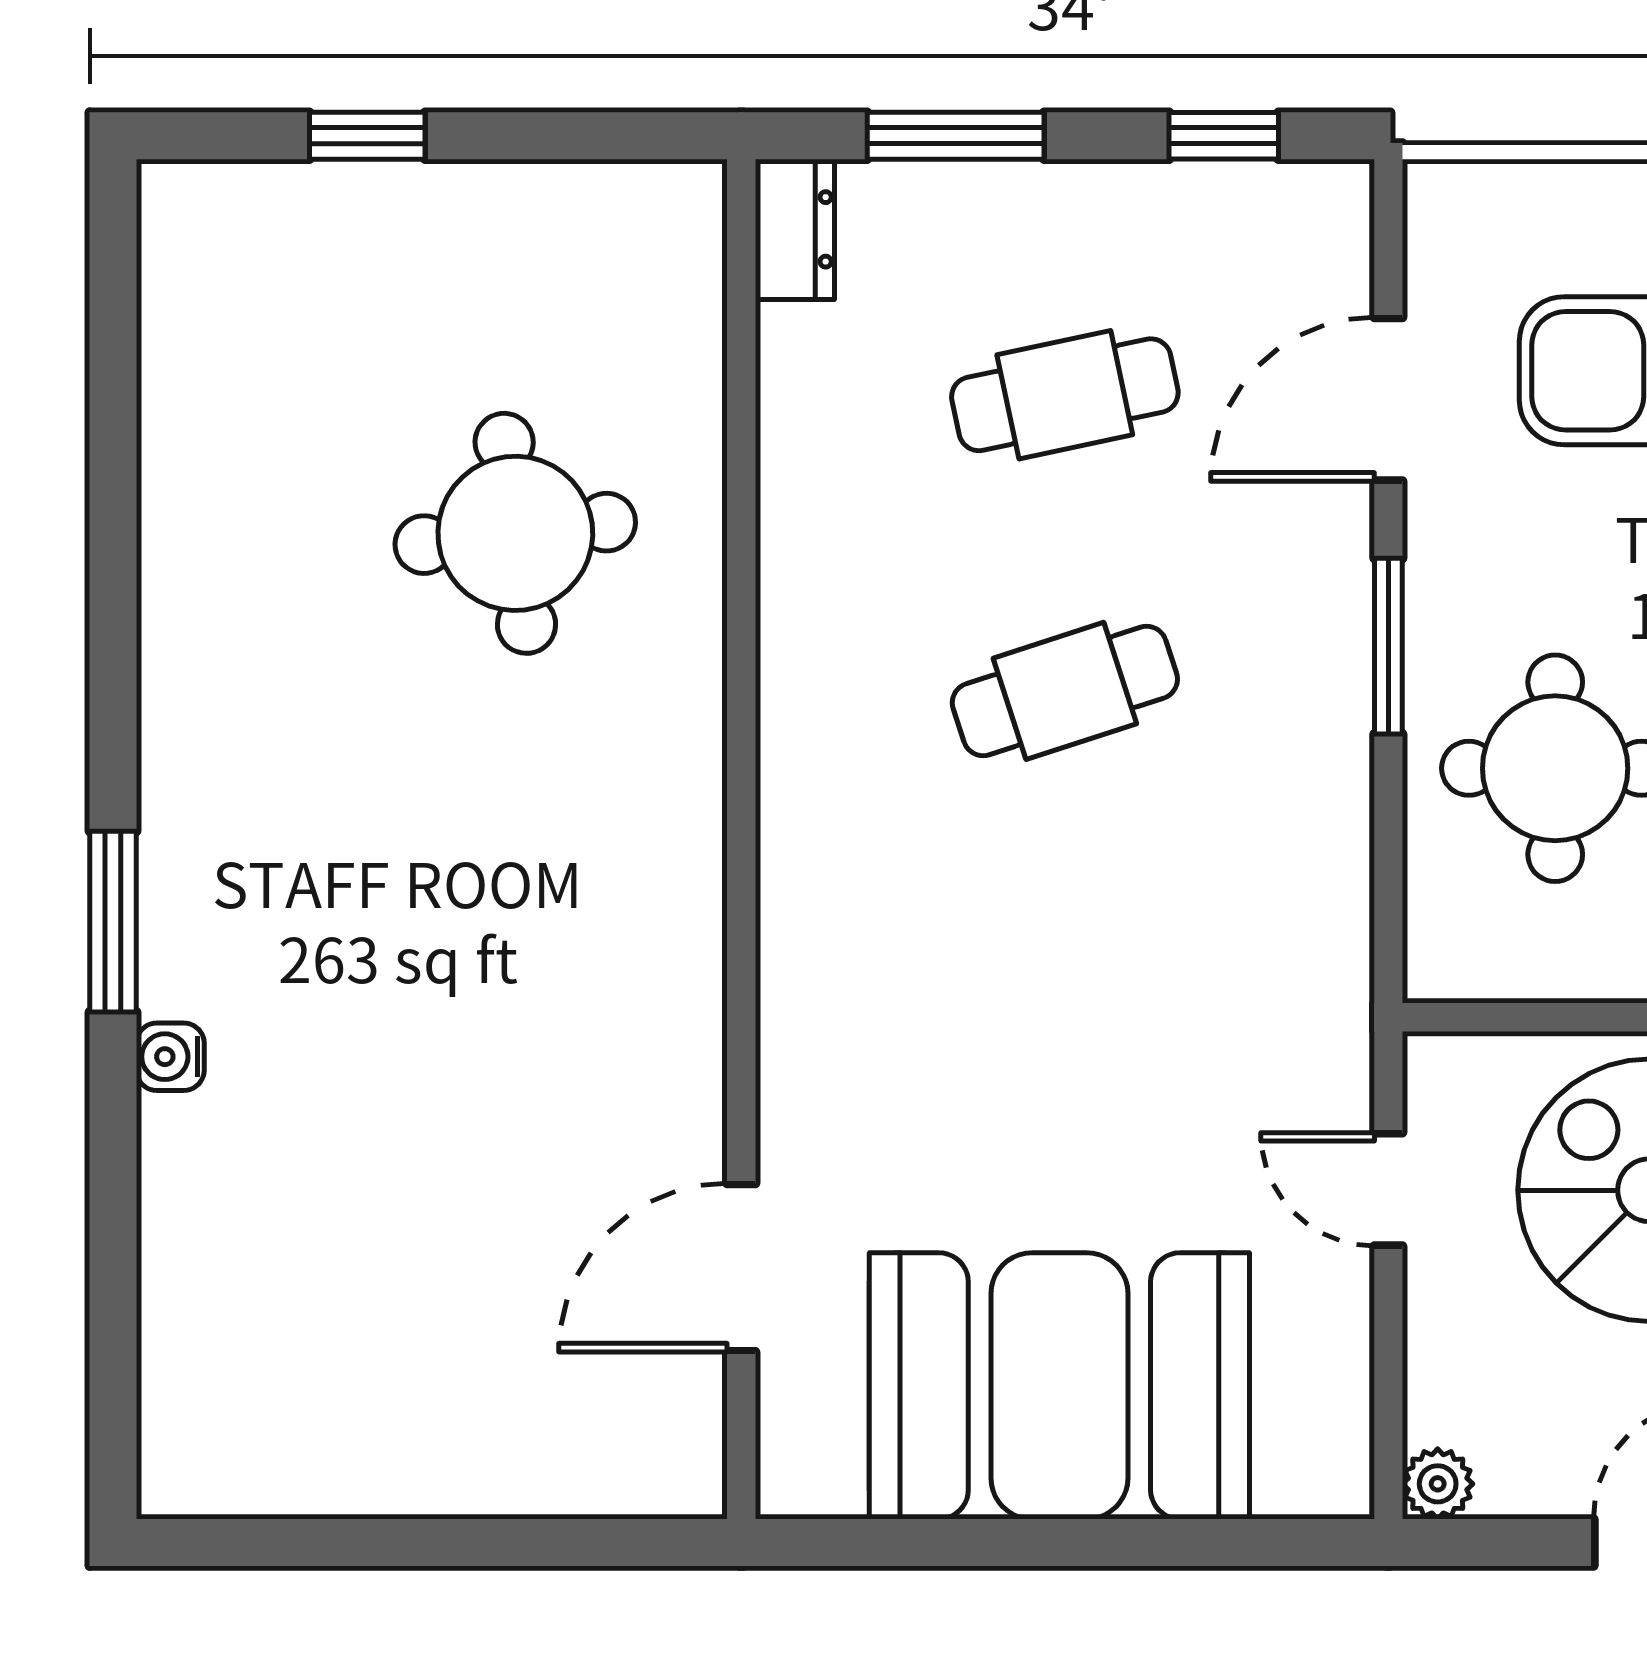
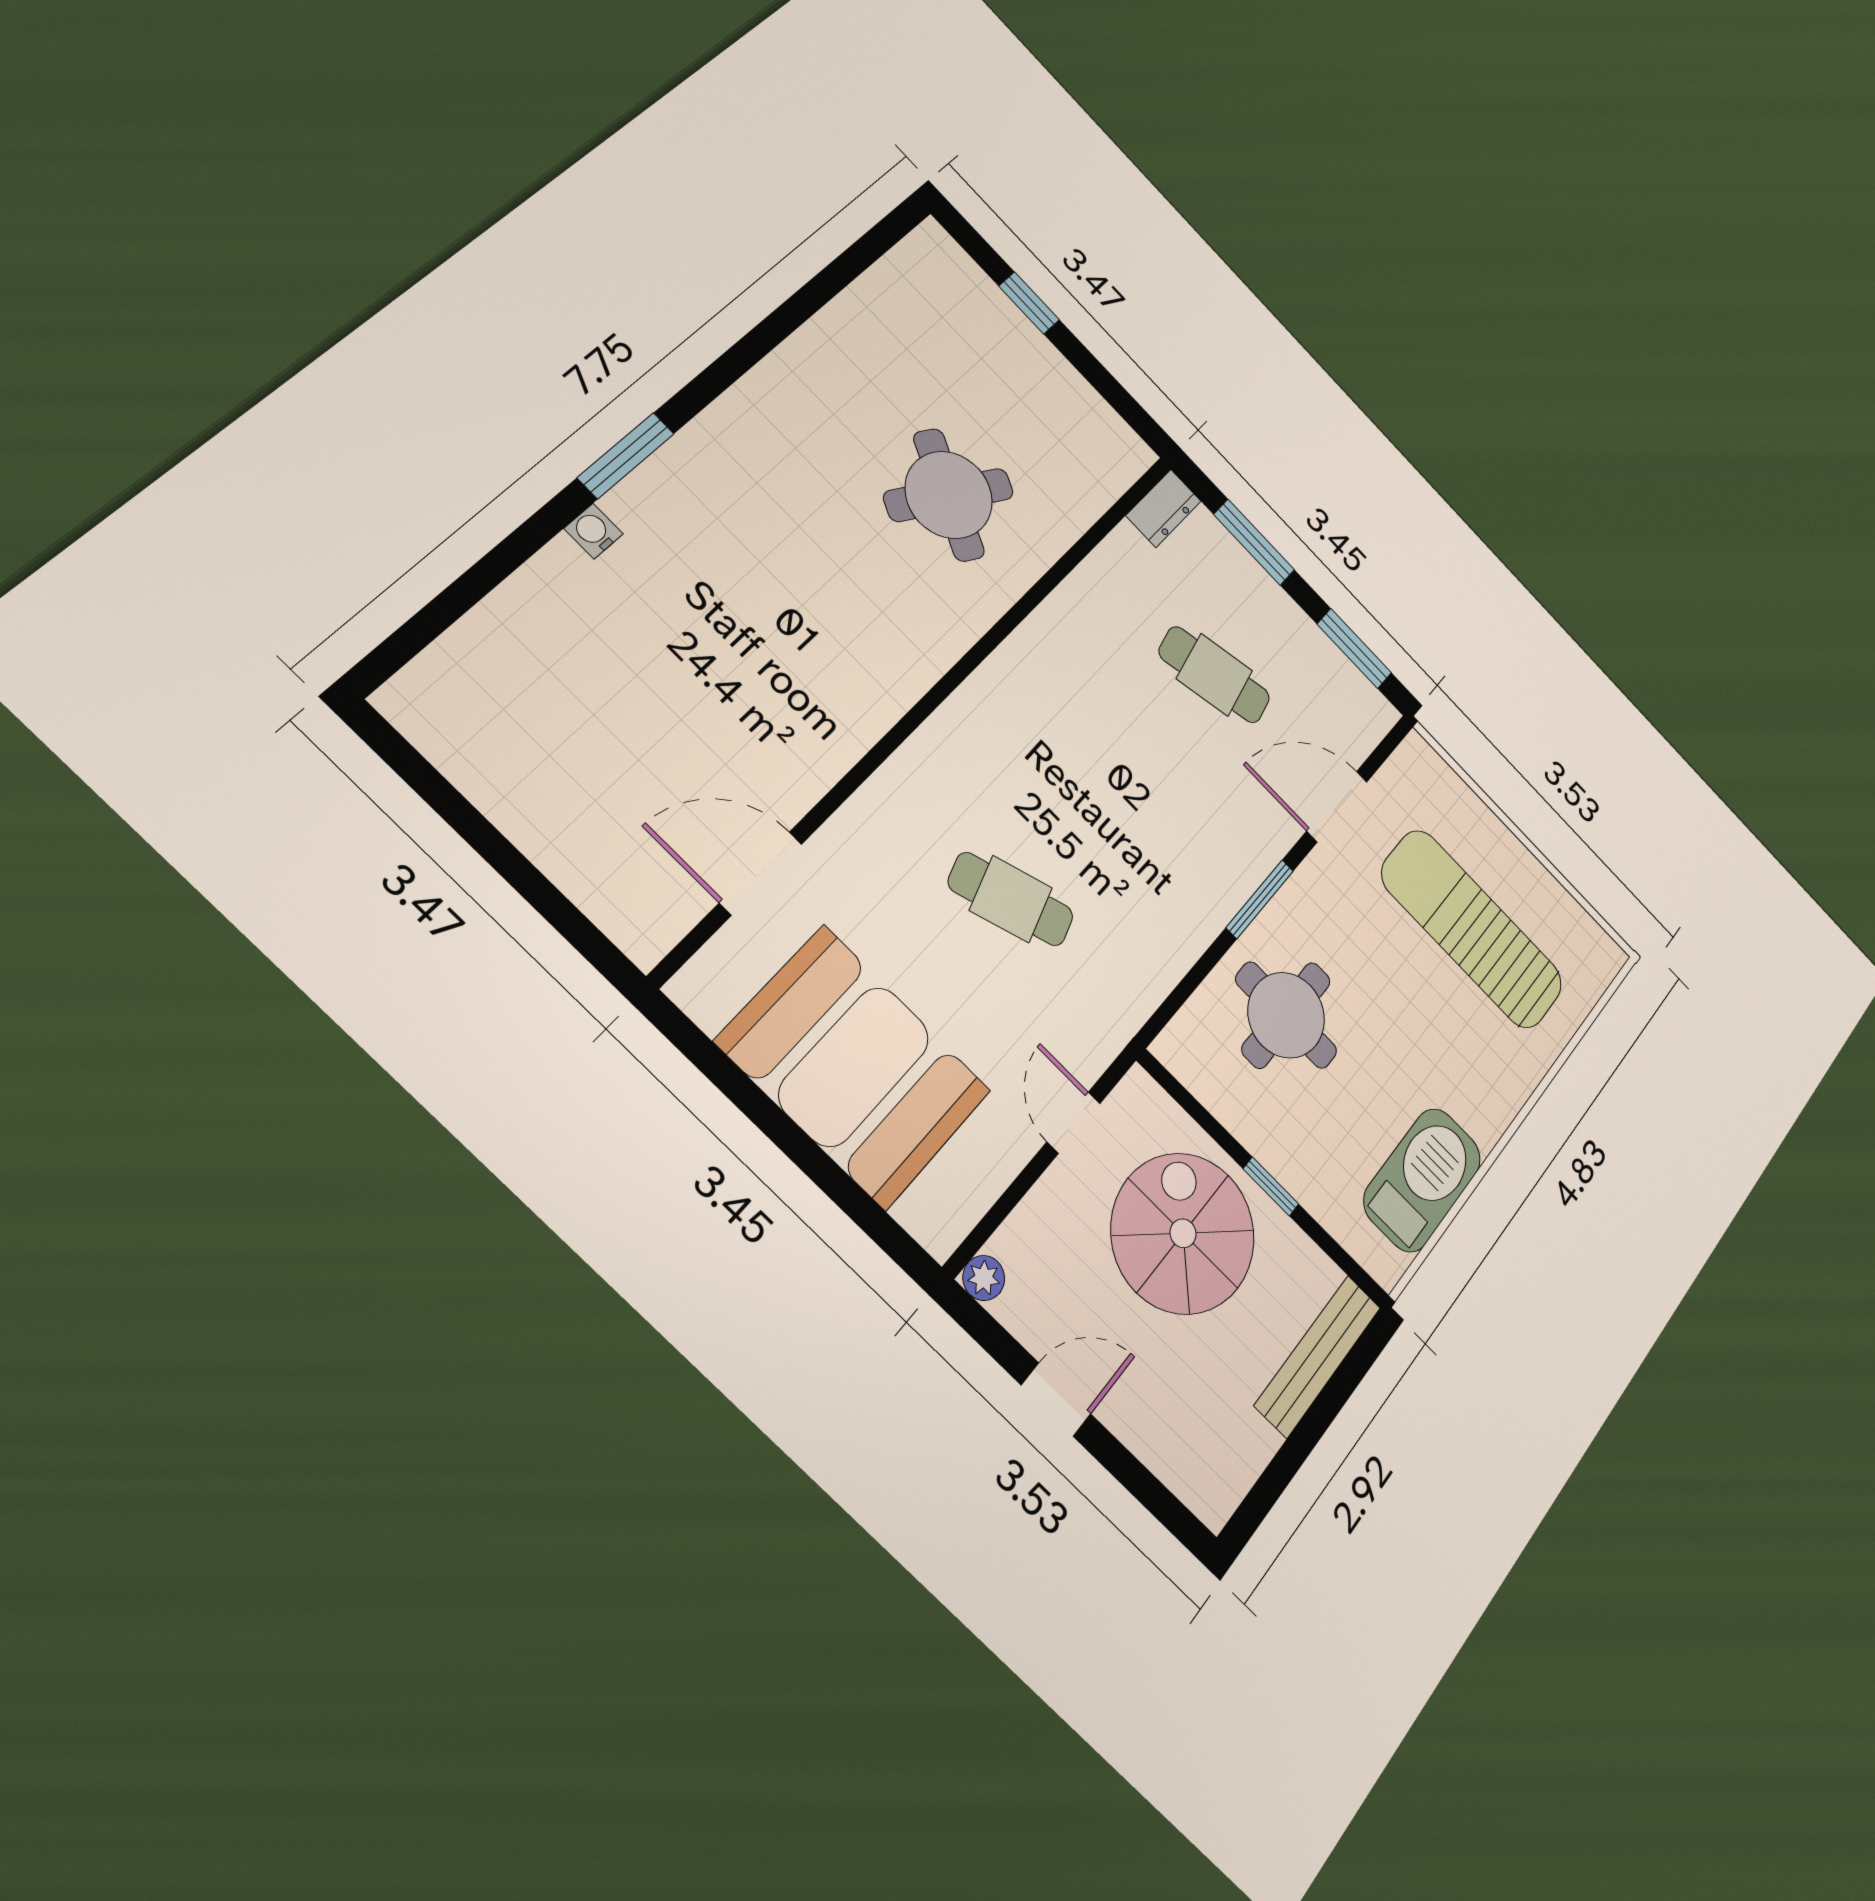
window: (1224, 136) -> (1354, 649), width x1.50
round table: (515, 533) -> (949, 495), turned 35
cafe table: (1065, 691) -> (1011, 899), moved

